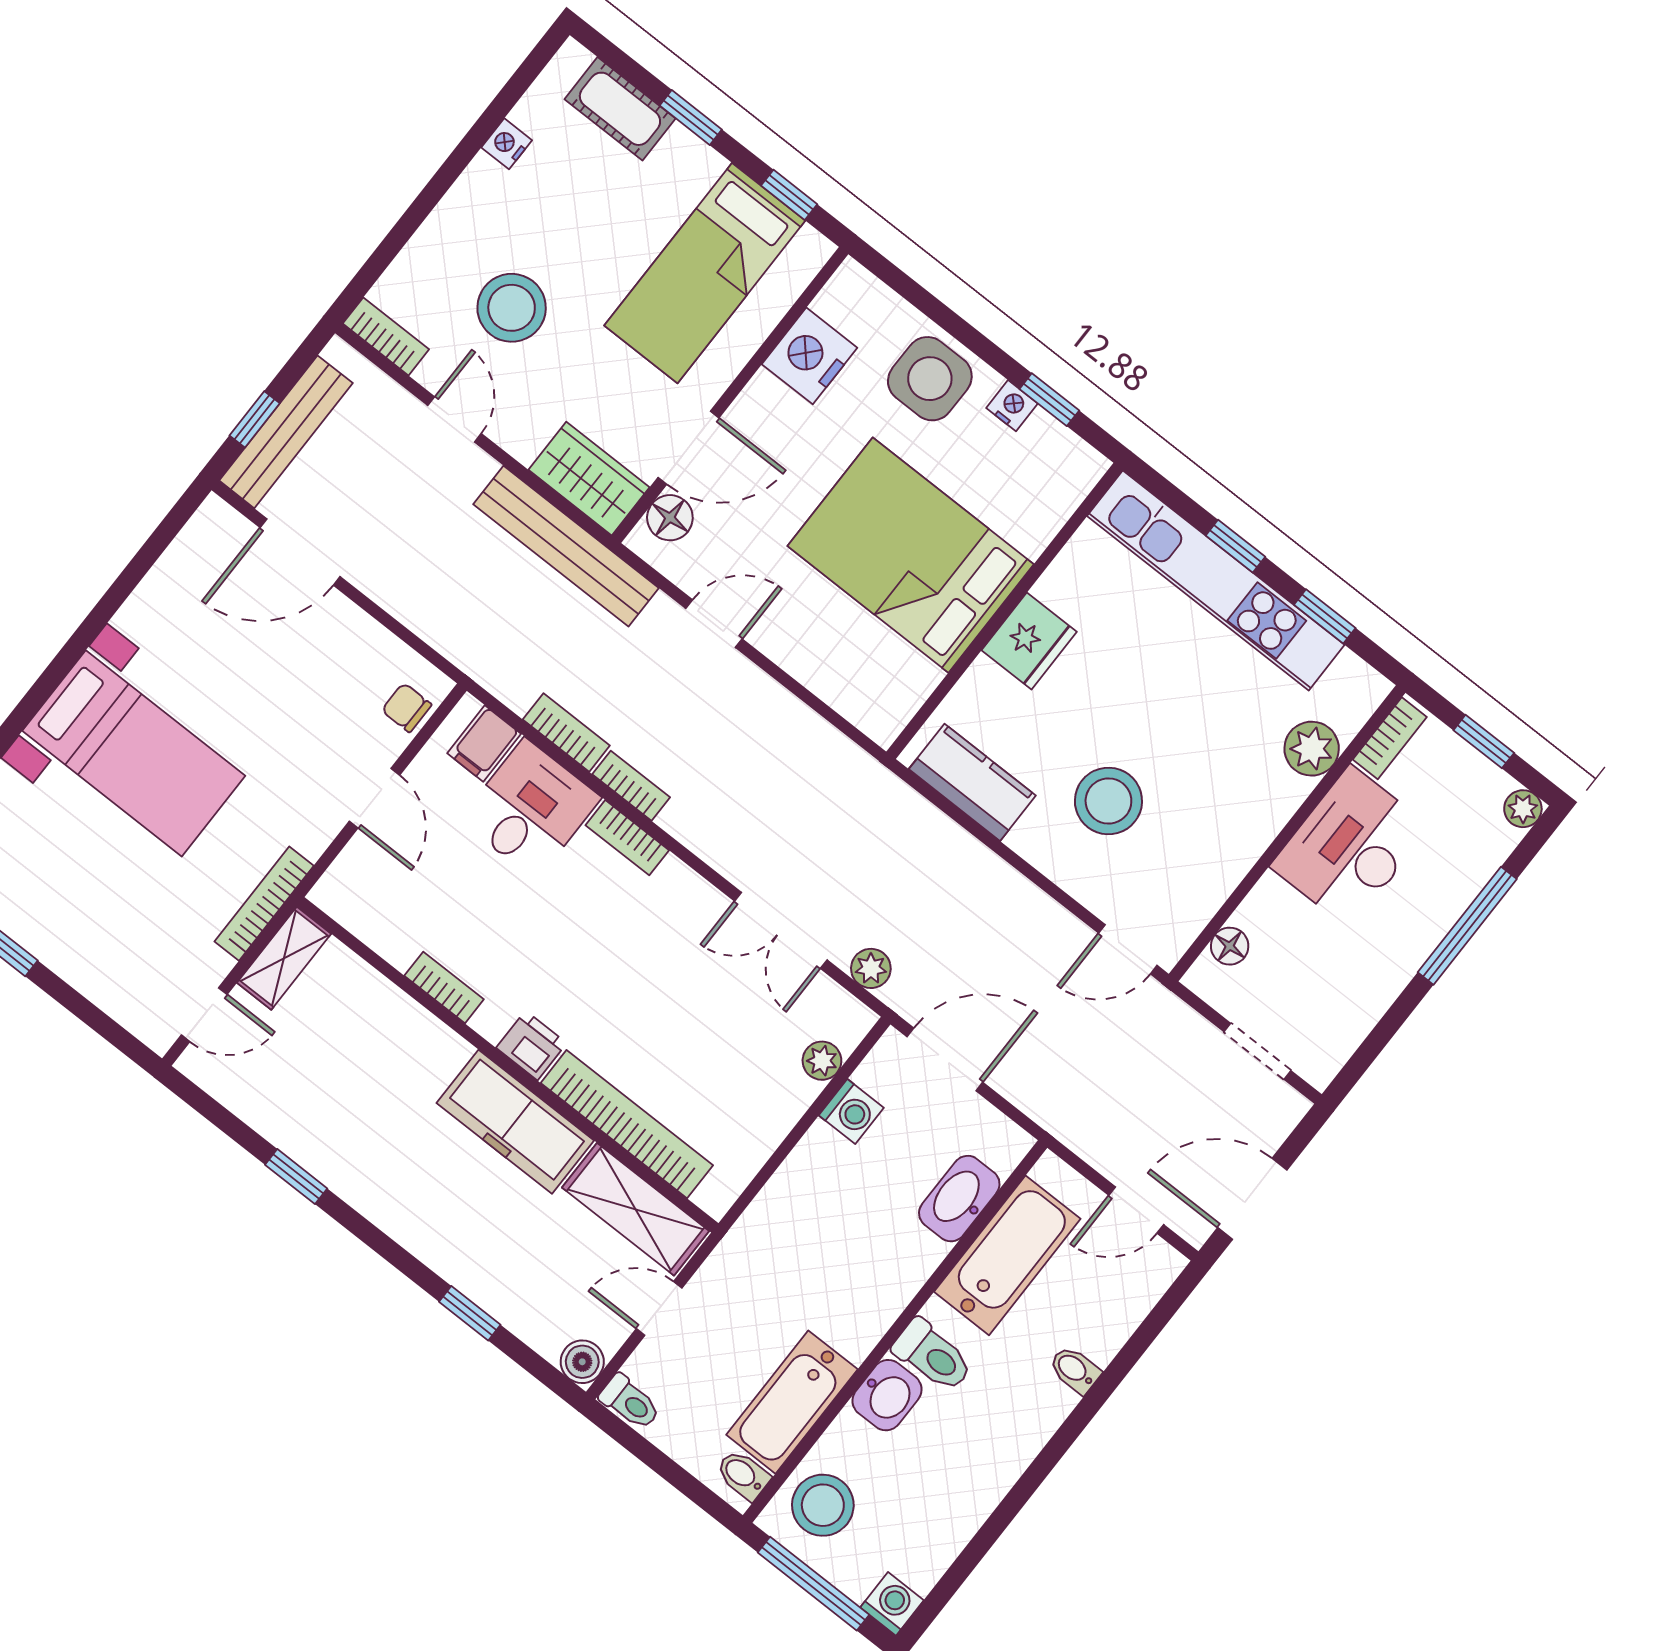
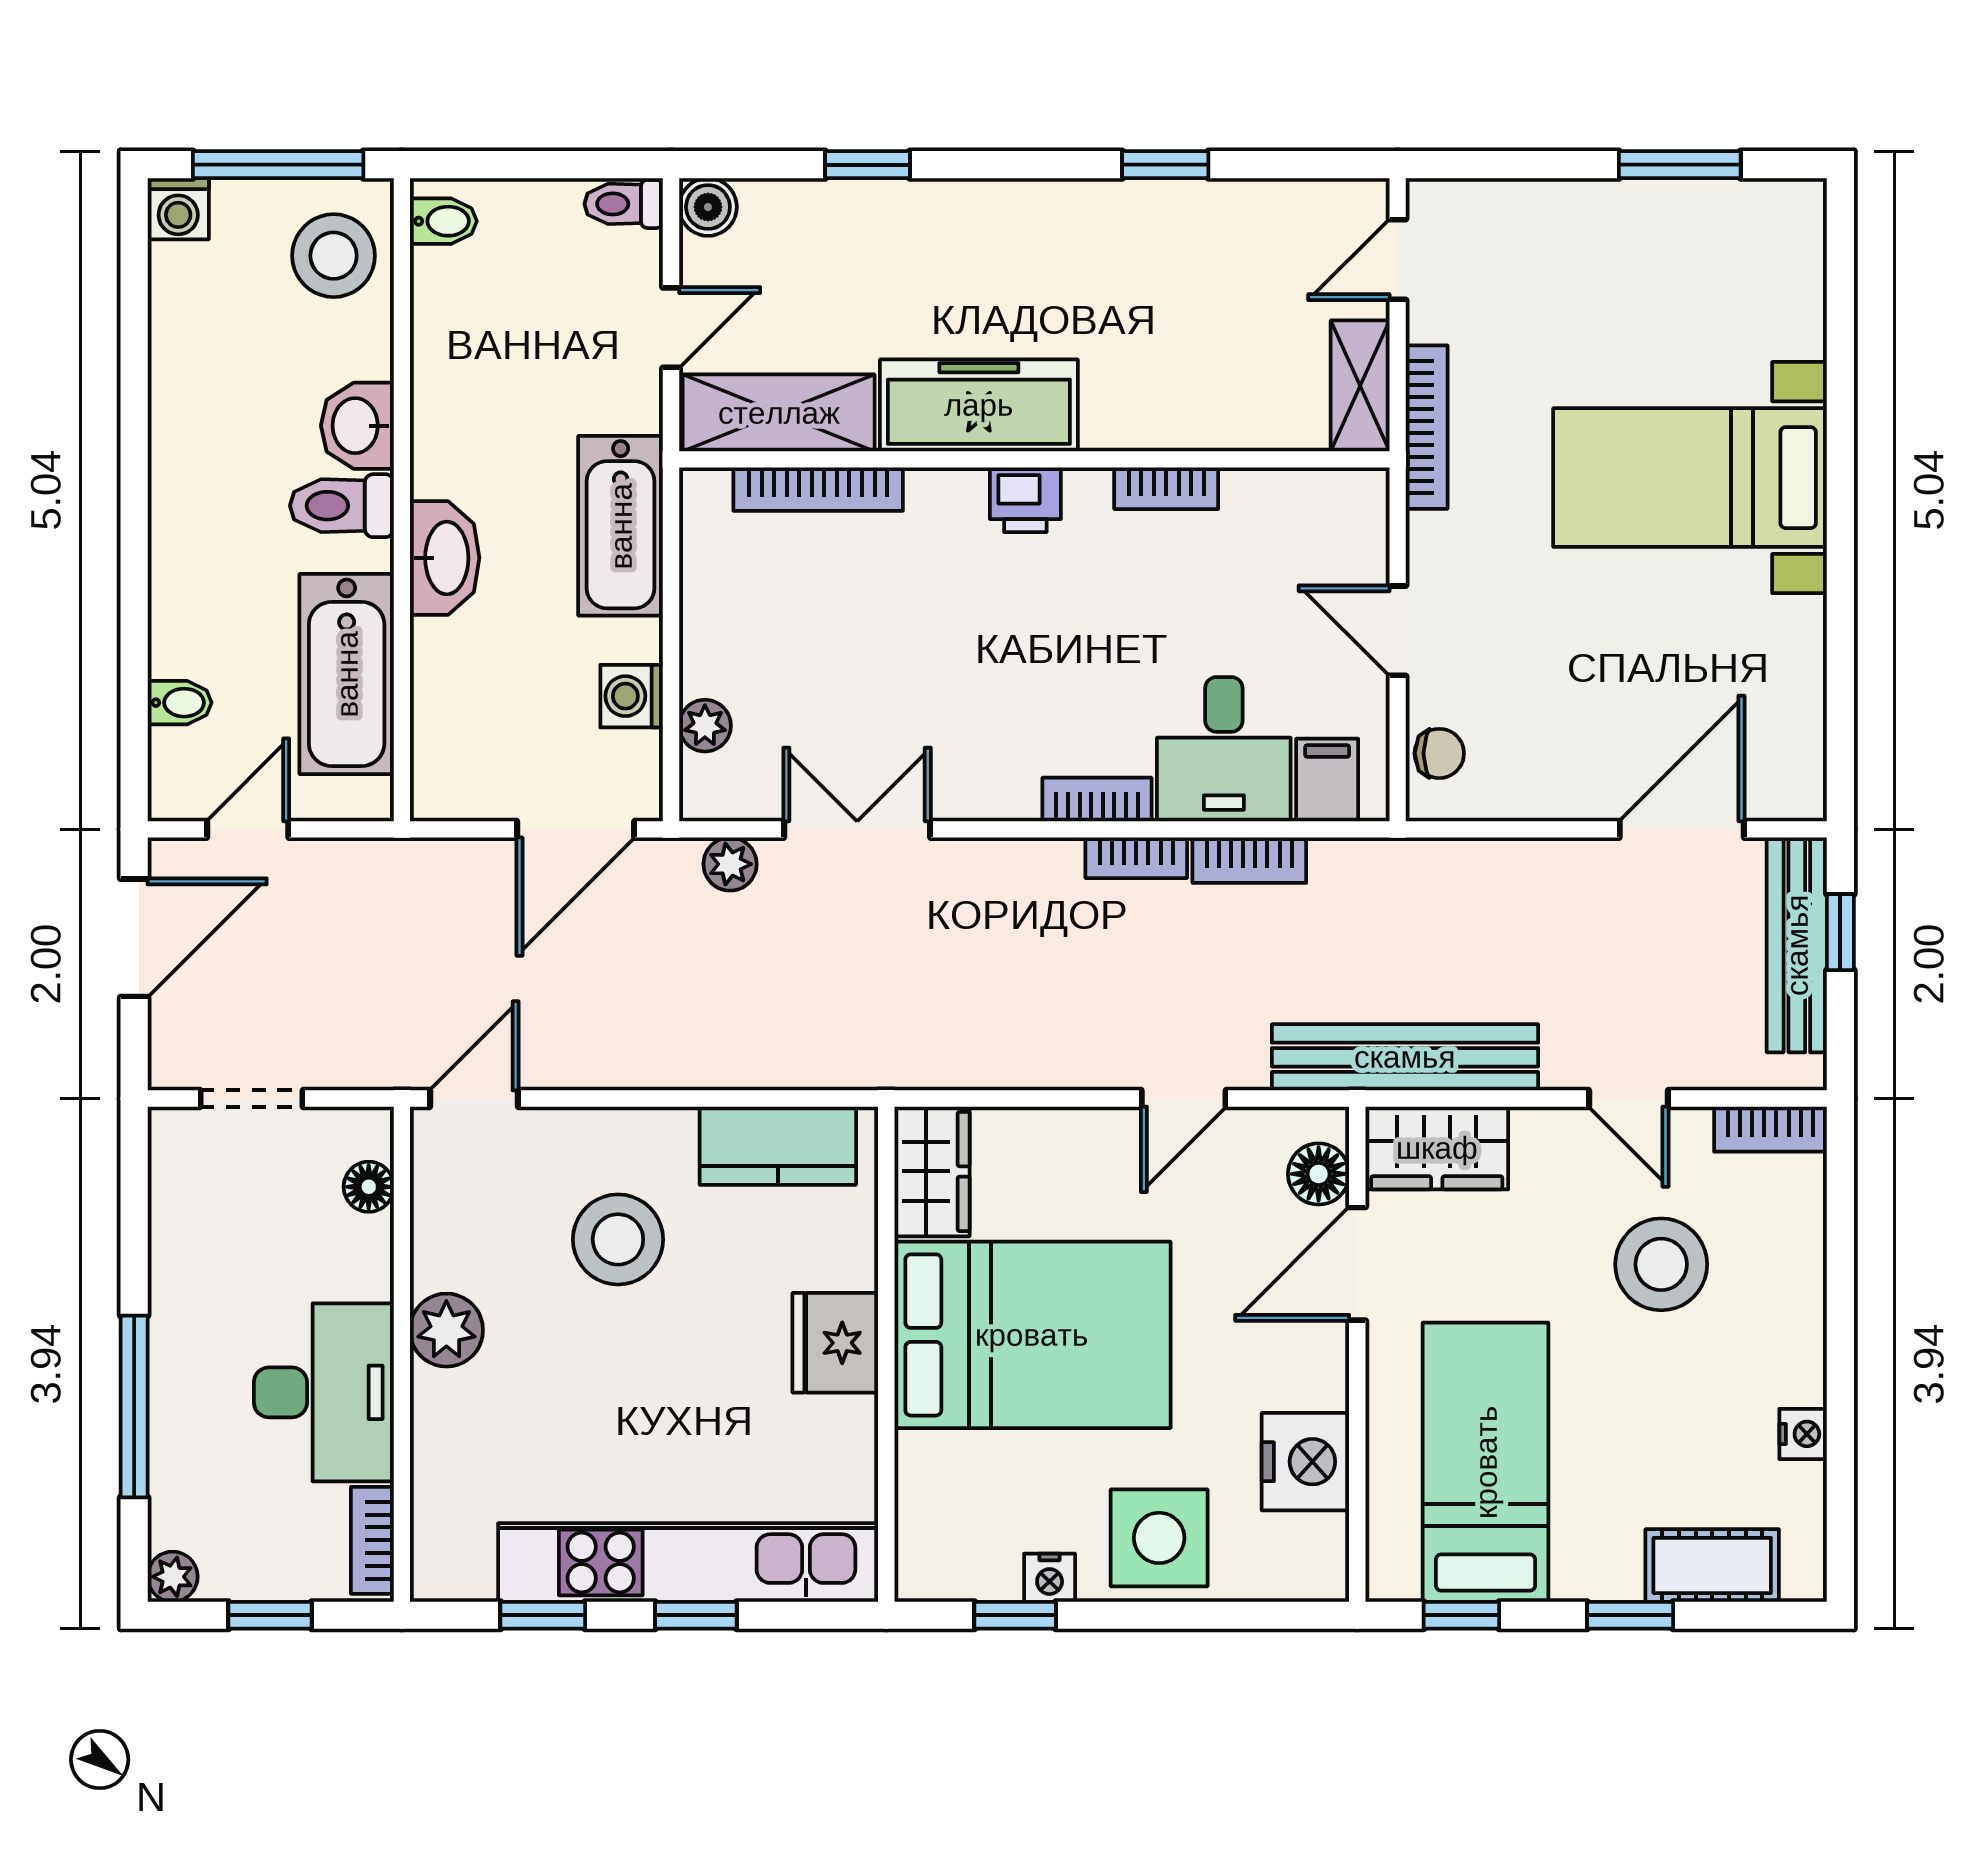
wardrobe: (894, 697) -> (932, 1171), added
plant: (1312, 749) -> (446, 1330), moved
bookcase: (627, 1124) -> (818, 489), width x0.68, depth x0.76
washbasin: (959, 1199) -> (445, 558), moved
bidet: (1075, 1370) -> (180, 703), moved
bathtub: (792, 1402) -> (621, 526), moved, turned 180

